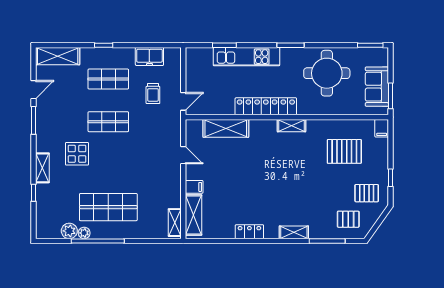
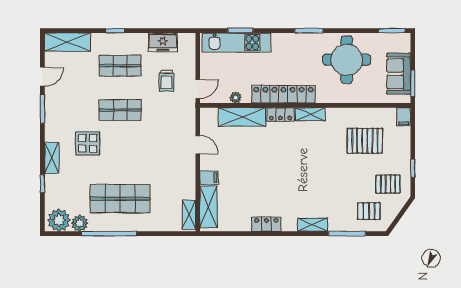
kitchen unit: (246, 57) -> (236, 43), moved
plant: (220, 110) -> (236, 97), added
locker: (263, 126) -> (280, 115), added
plant: (84, 233) -> (59, 220), moved, width x1.88, depth x1.88

